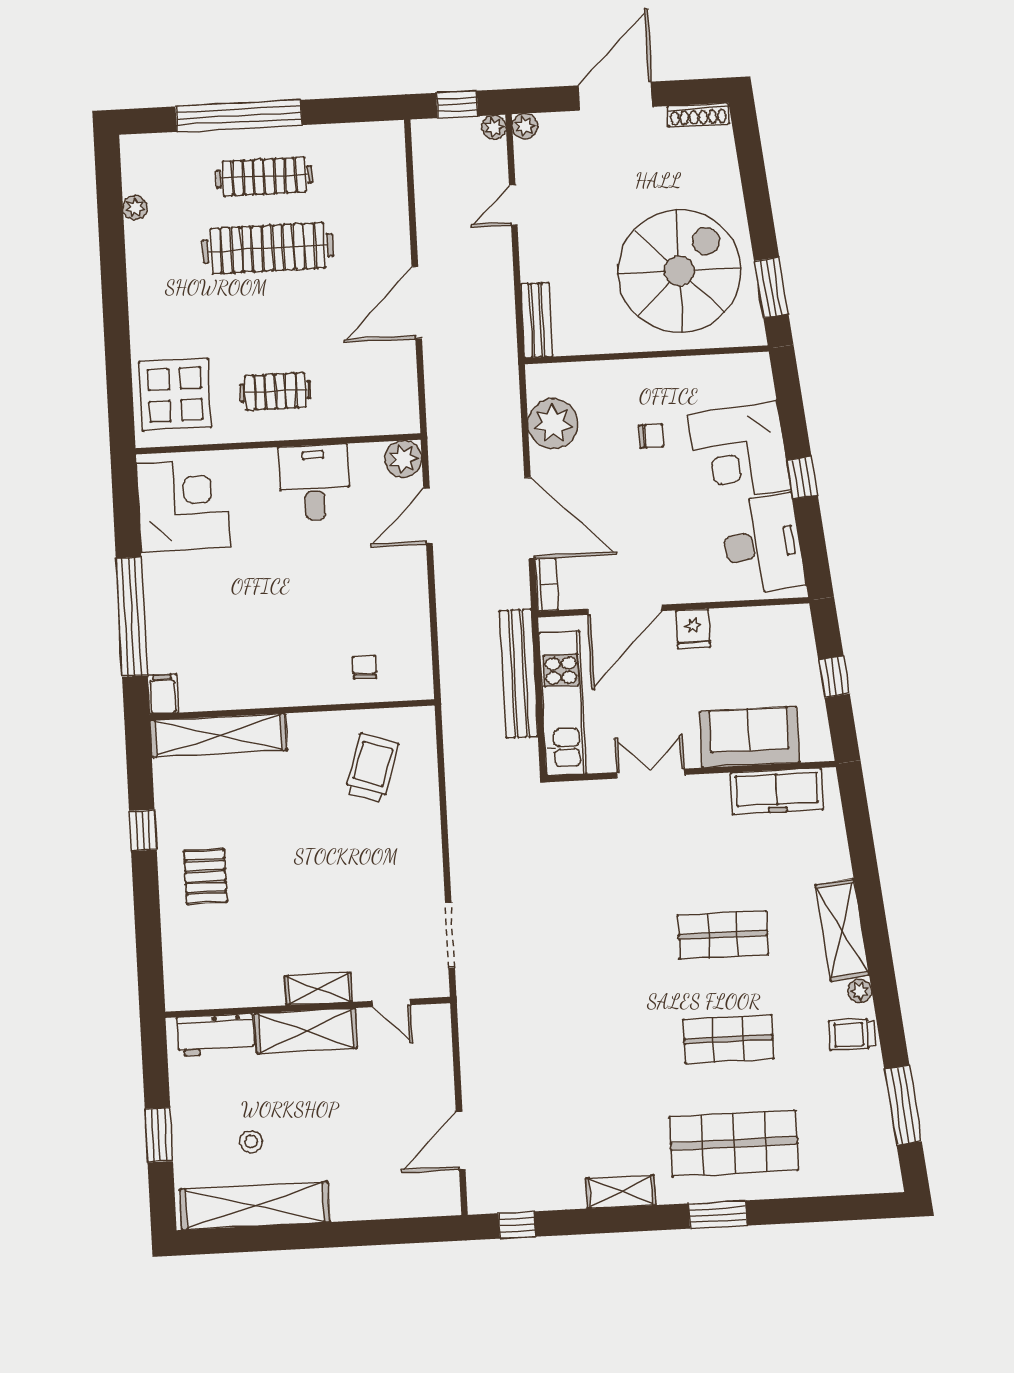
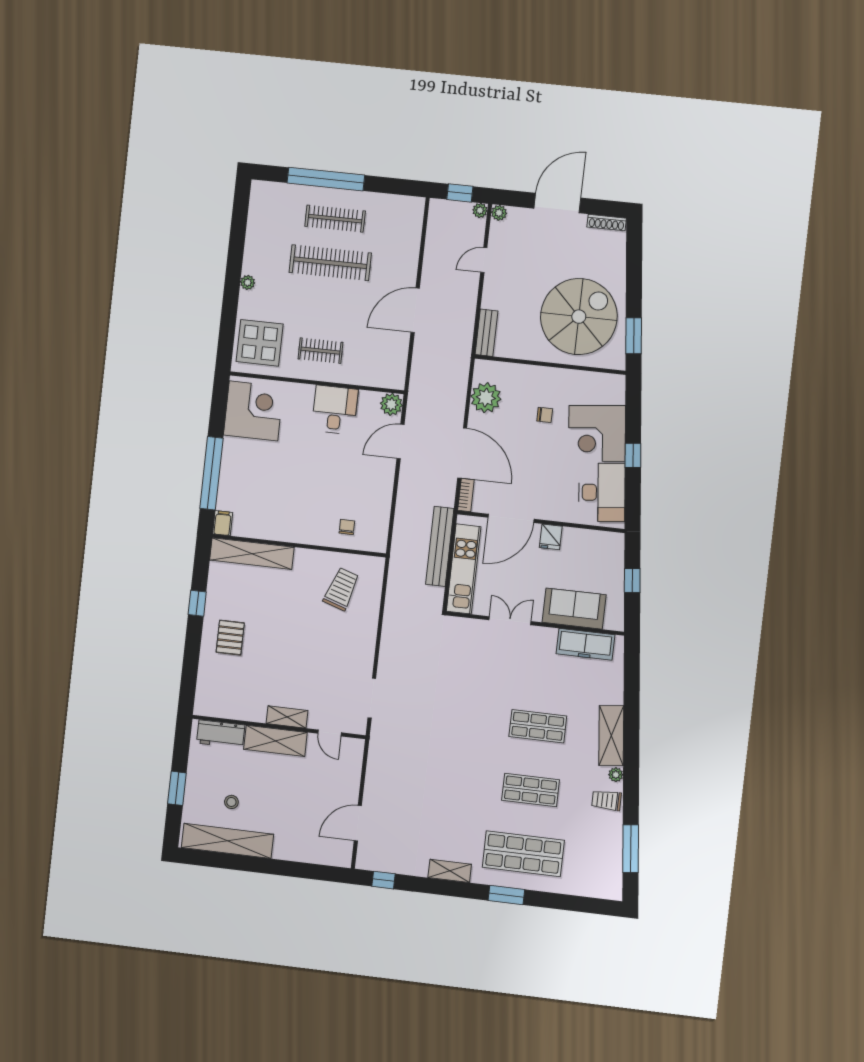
plant: (135, 208) -> (248, 282), moved

